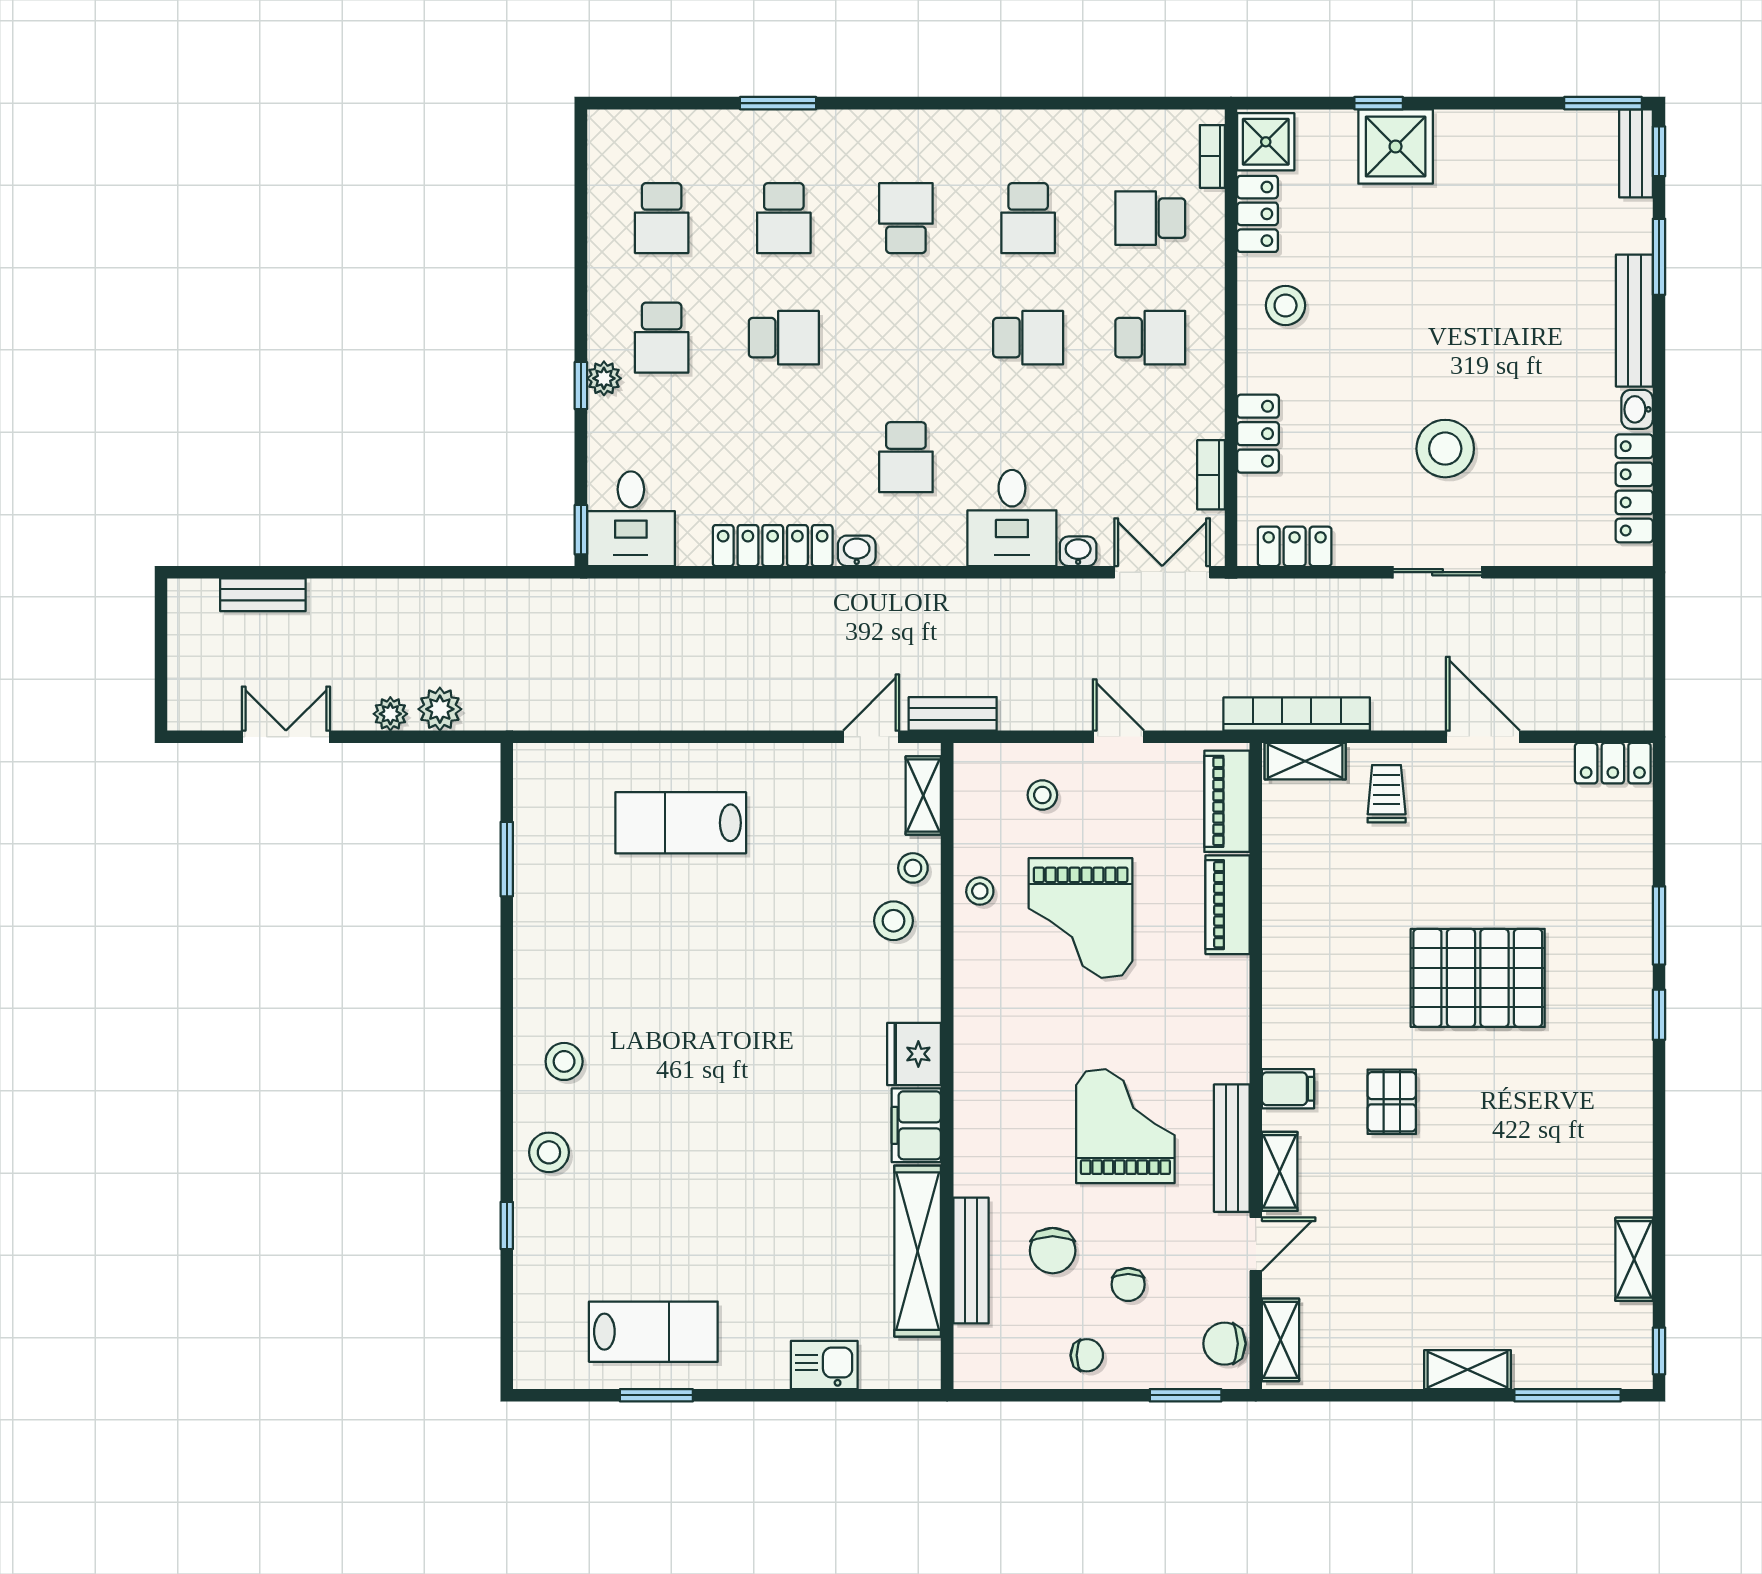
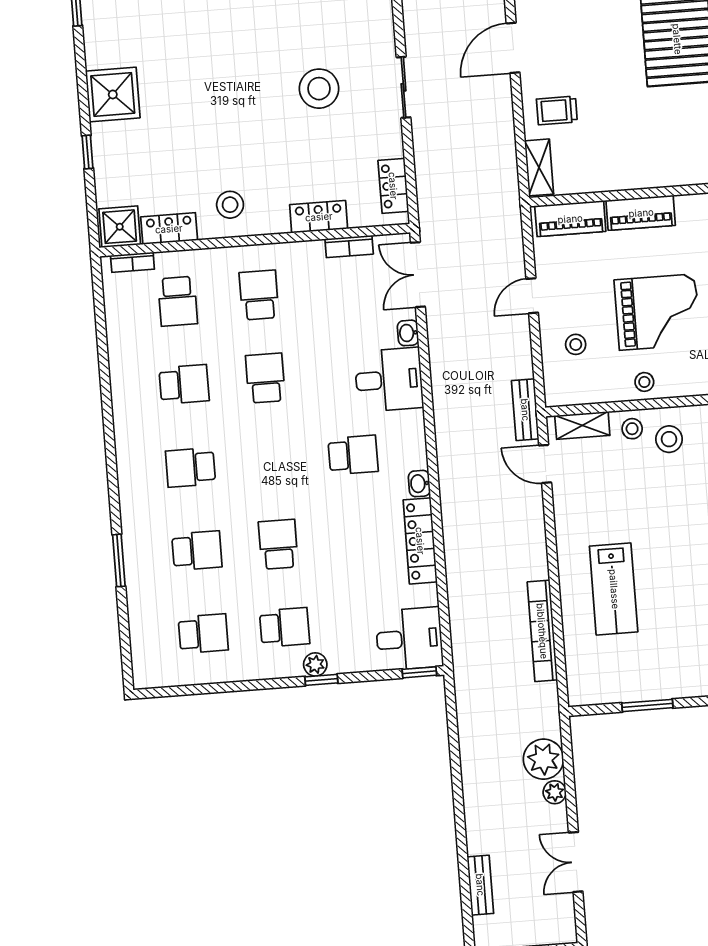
shower: (1396, 146) -> (113, 94), moved
plant: (440, 709) -> (543, 759), width x1.36, depth x1.36
bookcase: (1297, 714) -> (542, 631), moved

